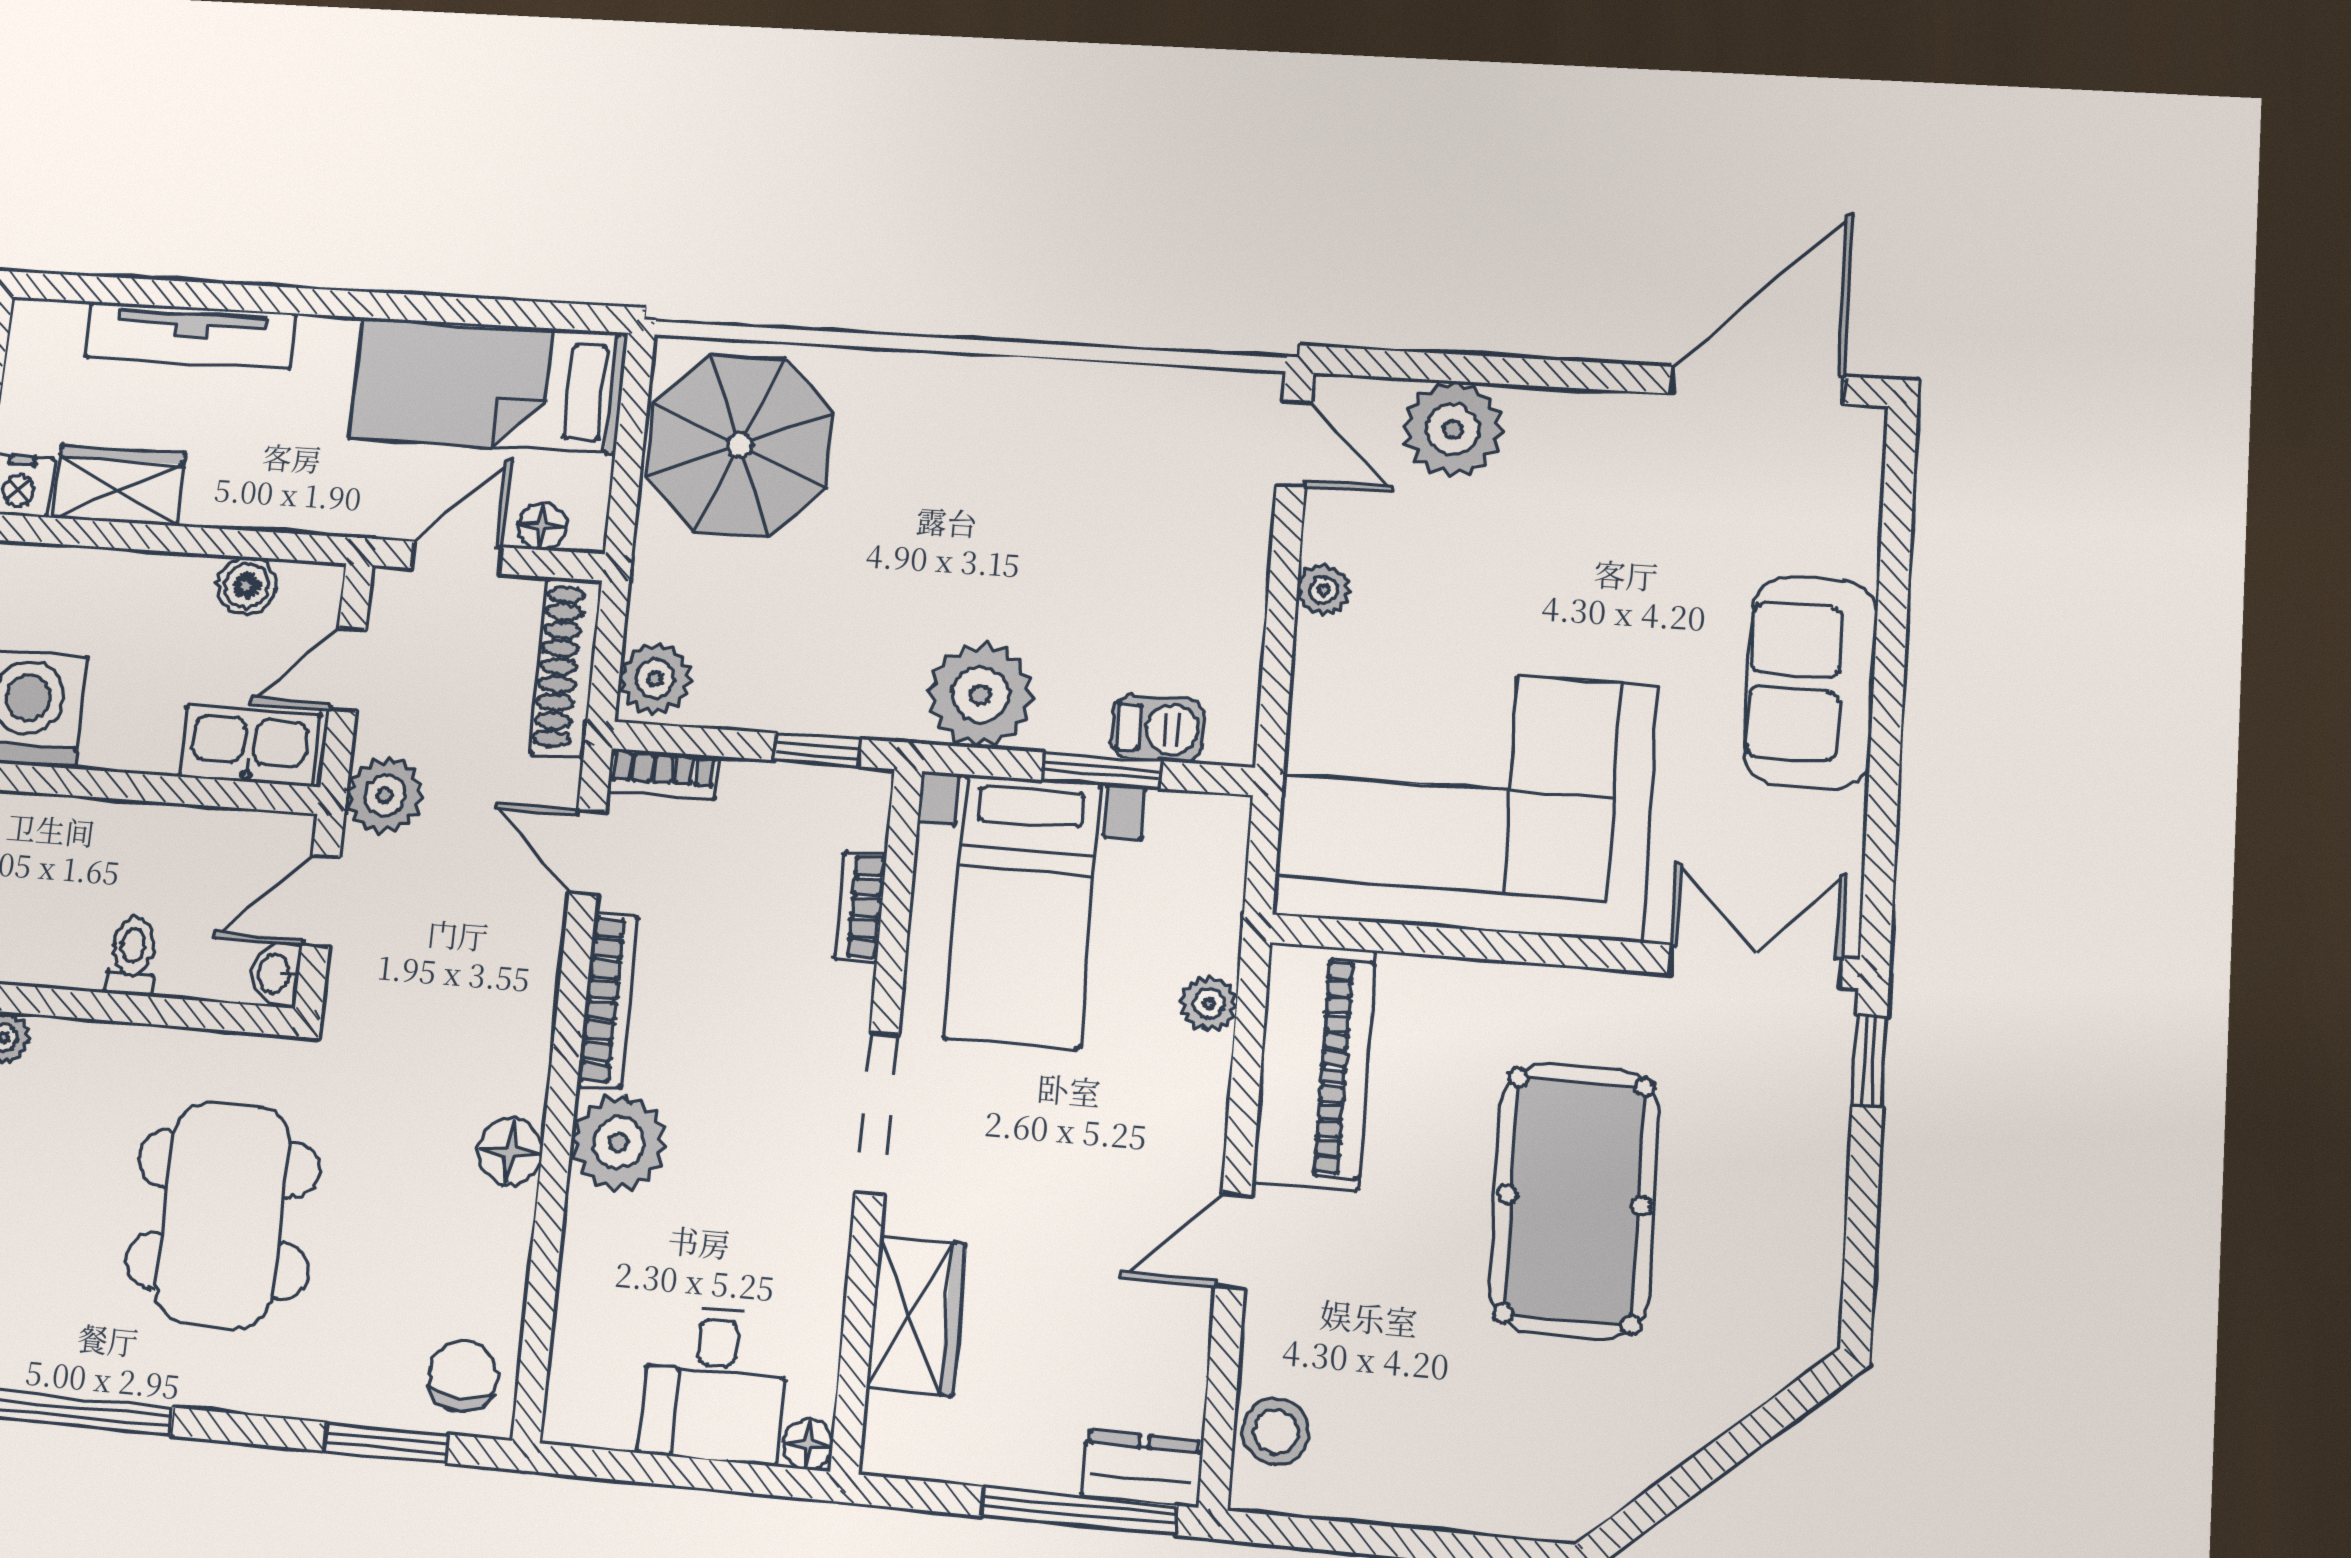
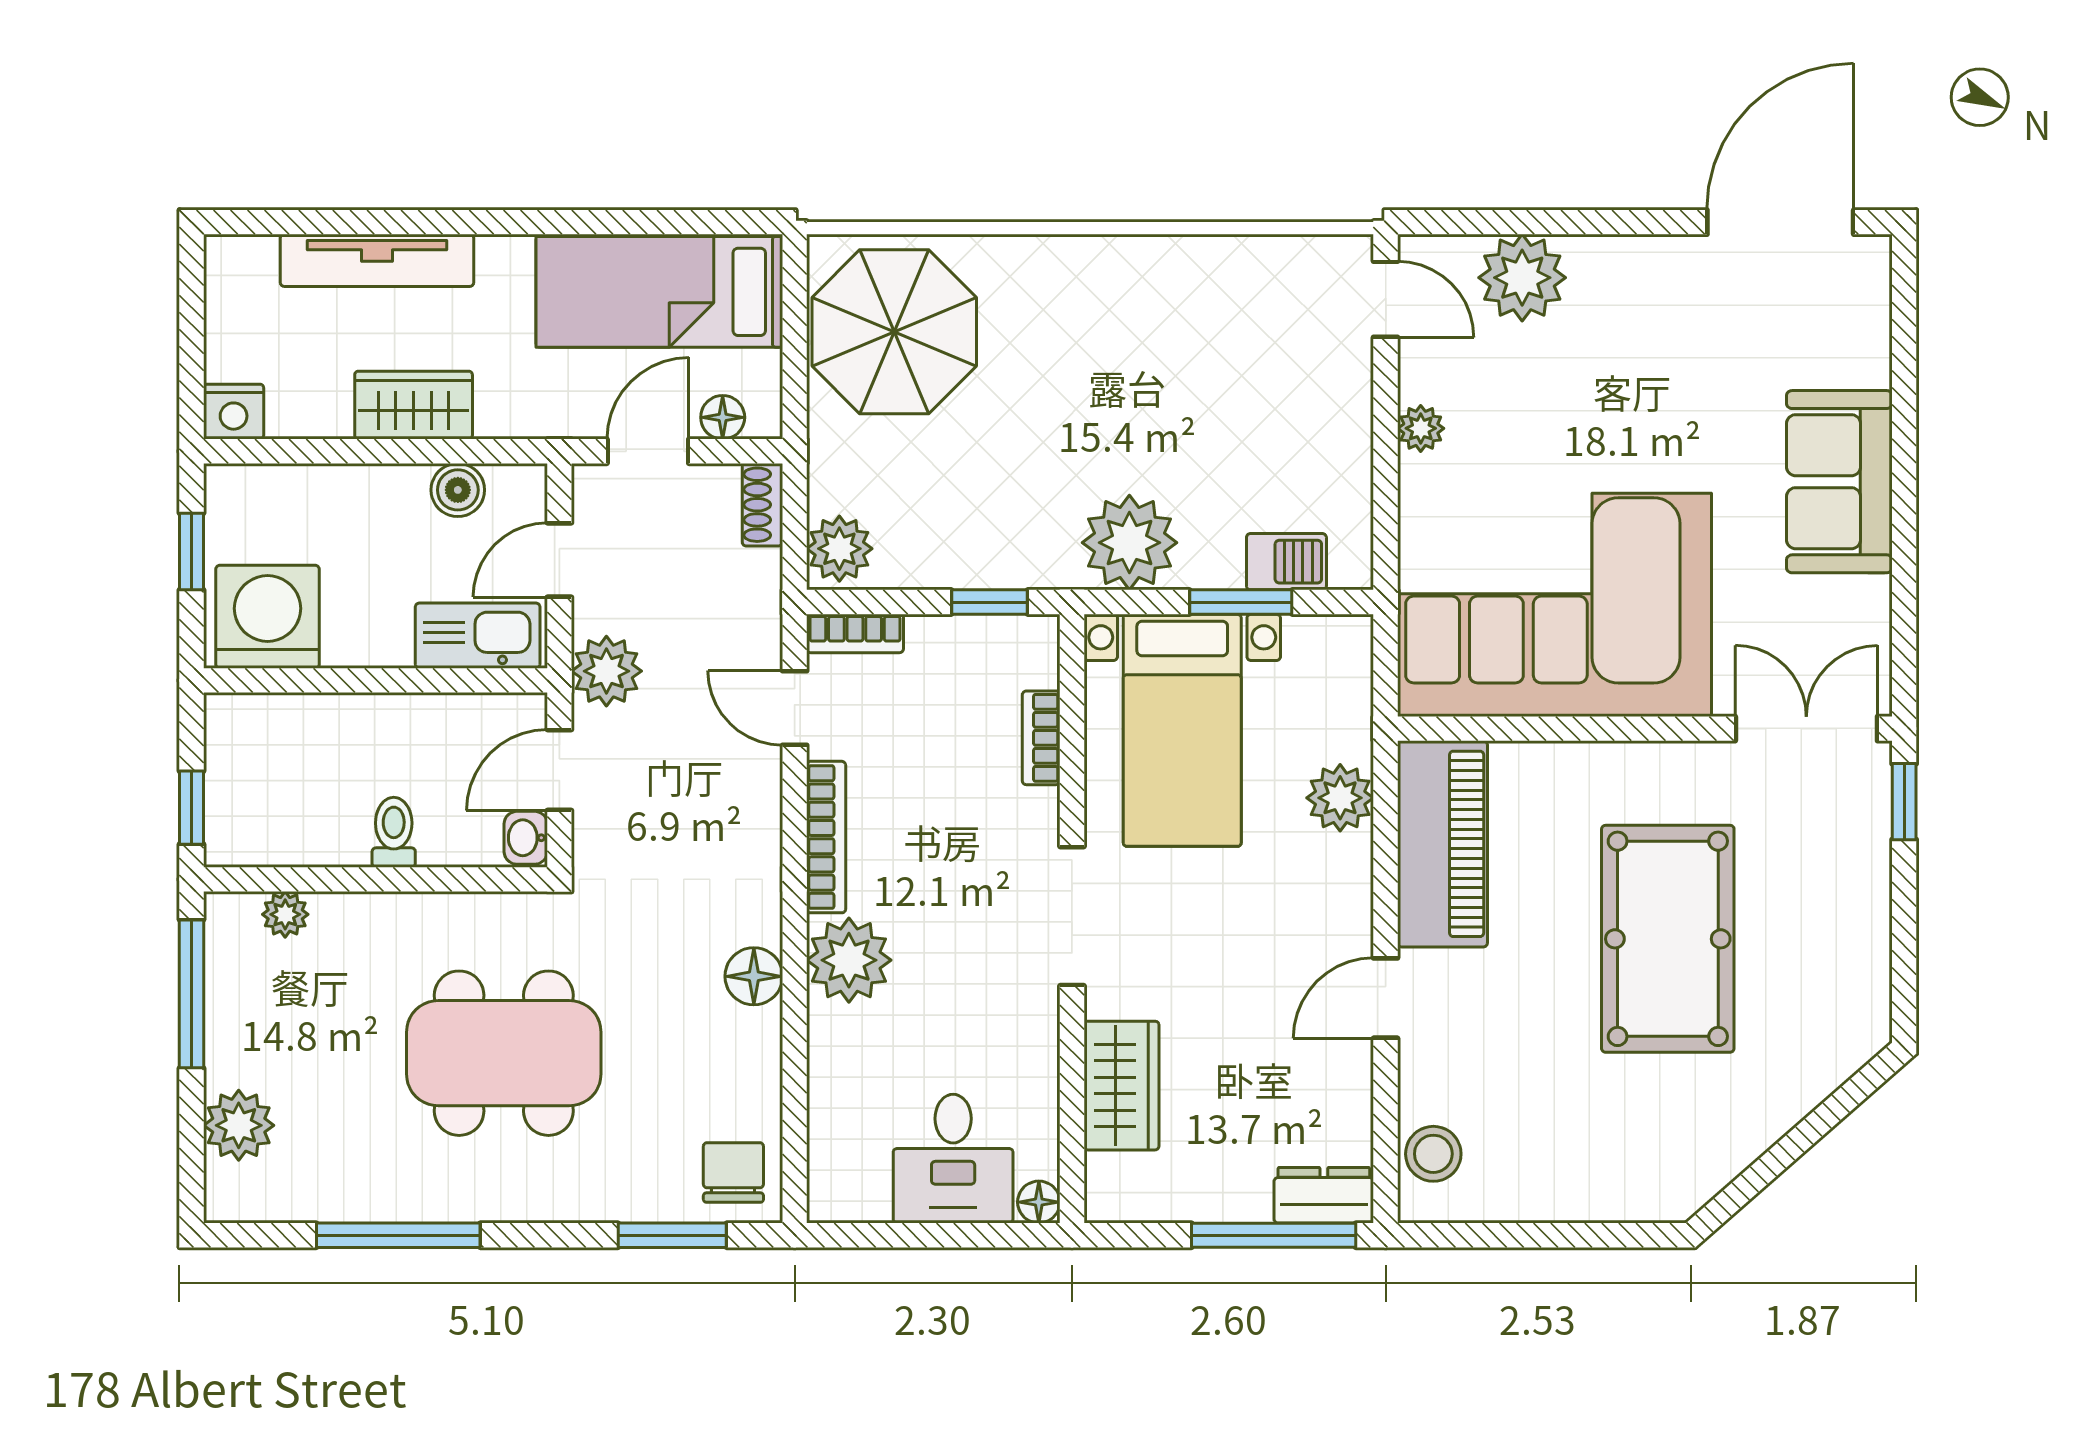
wardrobe: (119, 485) -> (414, 405), moved
shoe rack: (566, 667) -> (762, 505), width x0.51, depth x0.81
plant: (1209, 1004) -> (1340, 798), width x1.38, depth x1.38
dining table: (223, 1215) -> (504, 1053), turned 90

